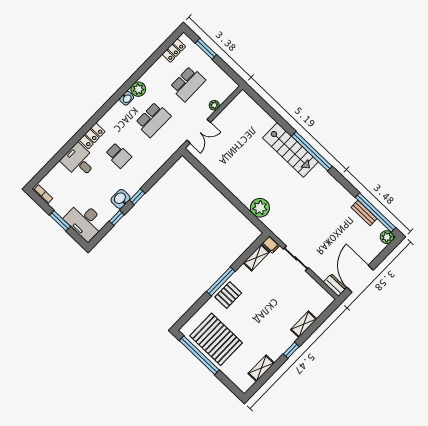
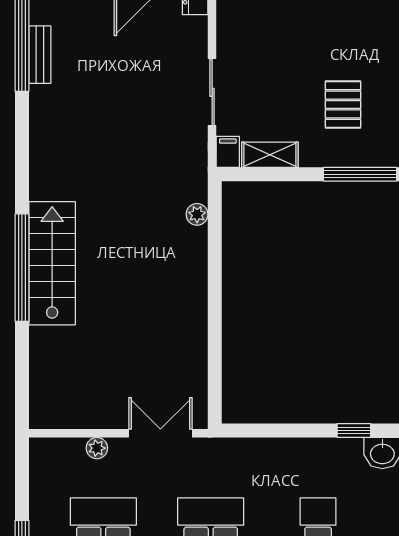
window: (312, 151) -> (22, 268), moved
plant: (260, 208) -> (197, 214), width x0.53, depth x0.53
pallet: (228, 295) -> (343, 105), moved, turned 90

